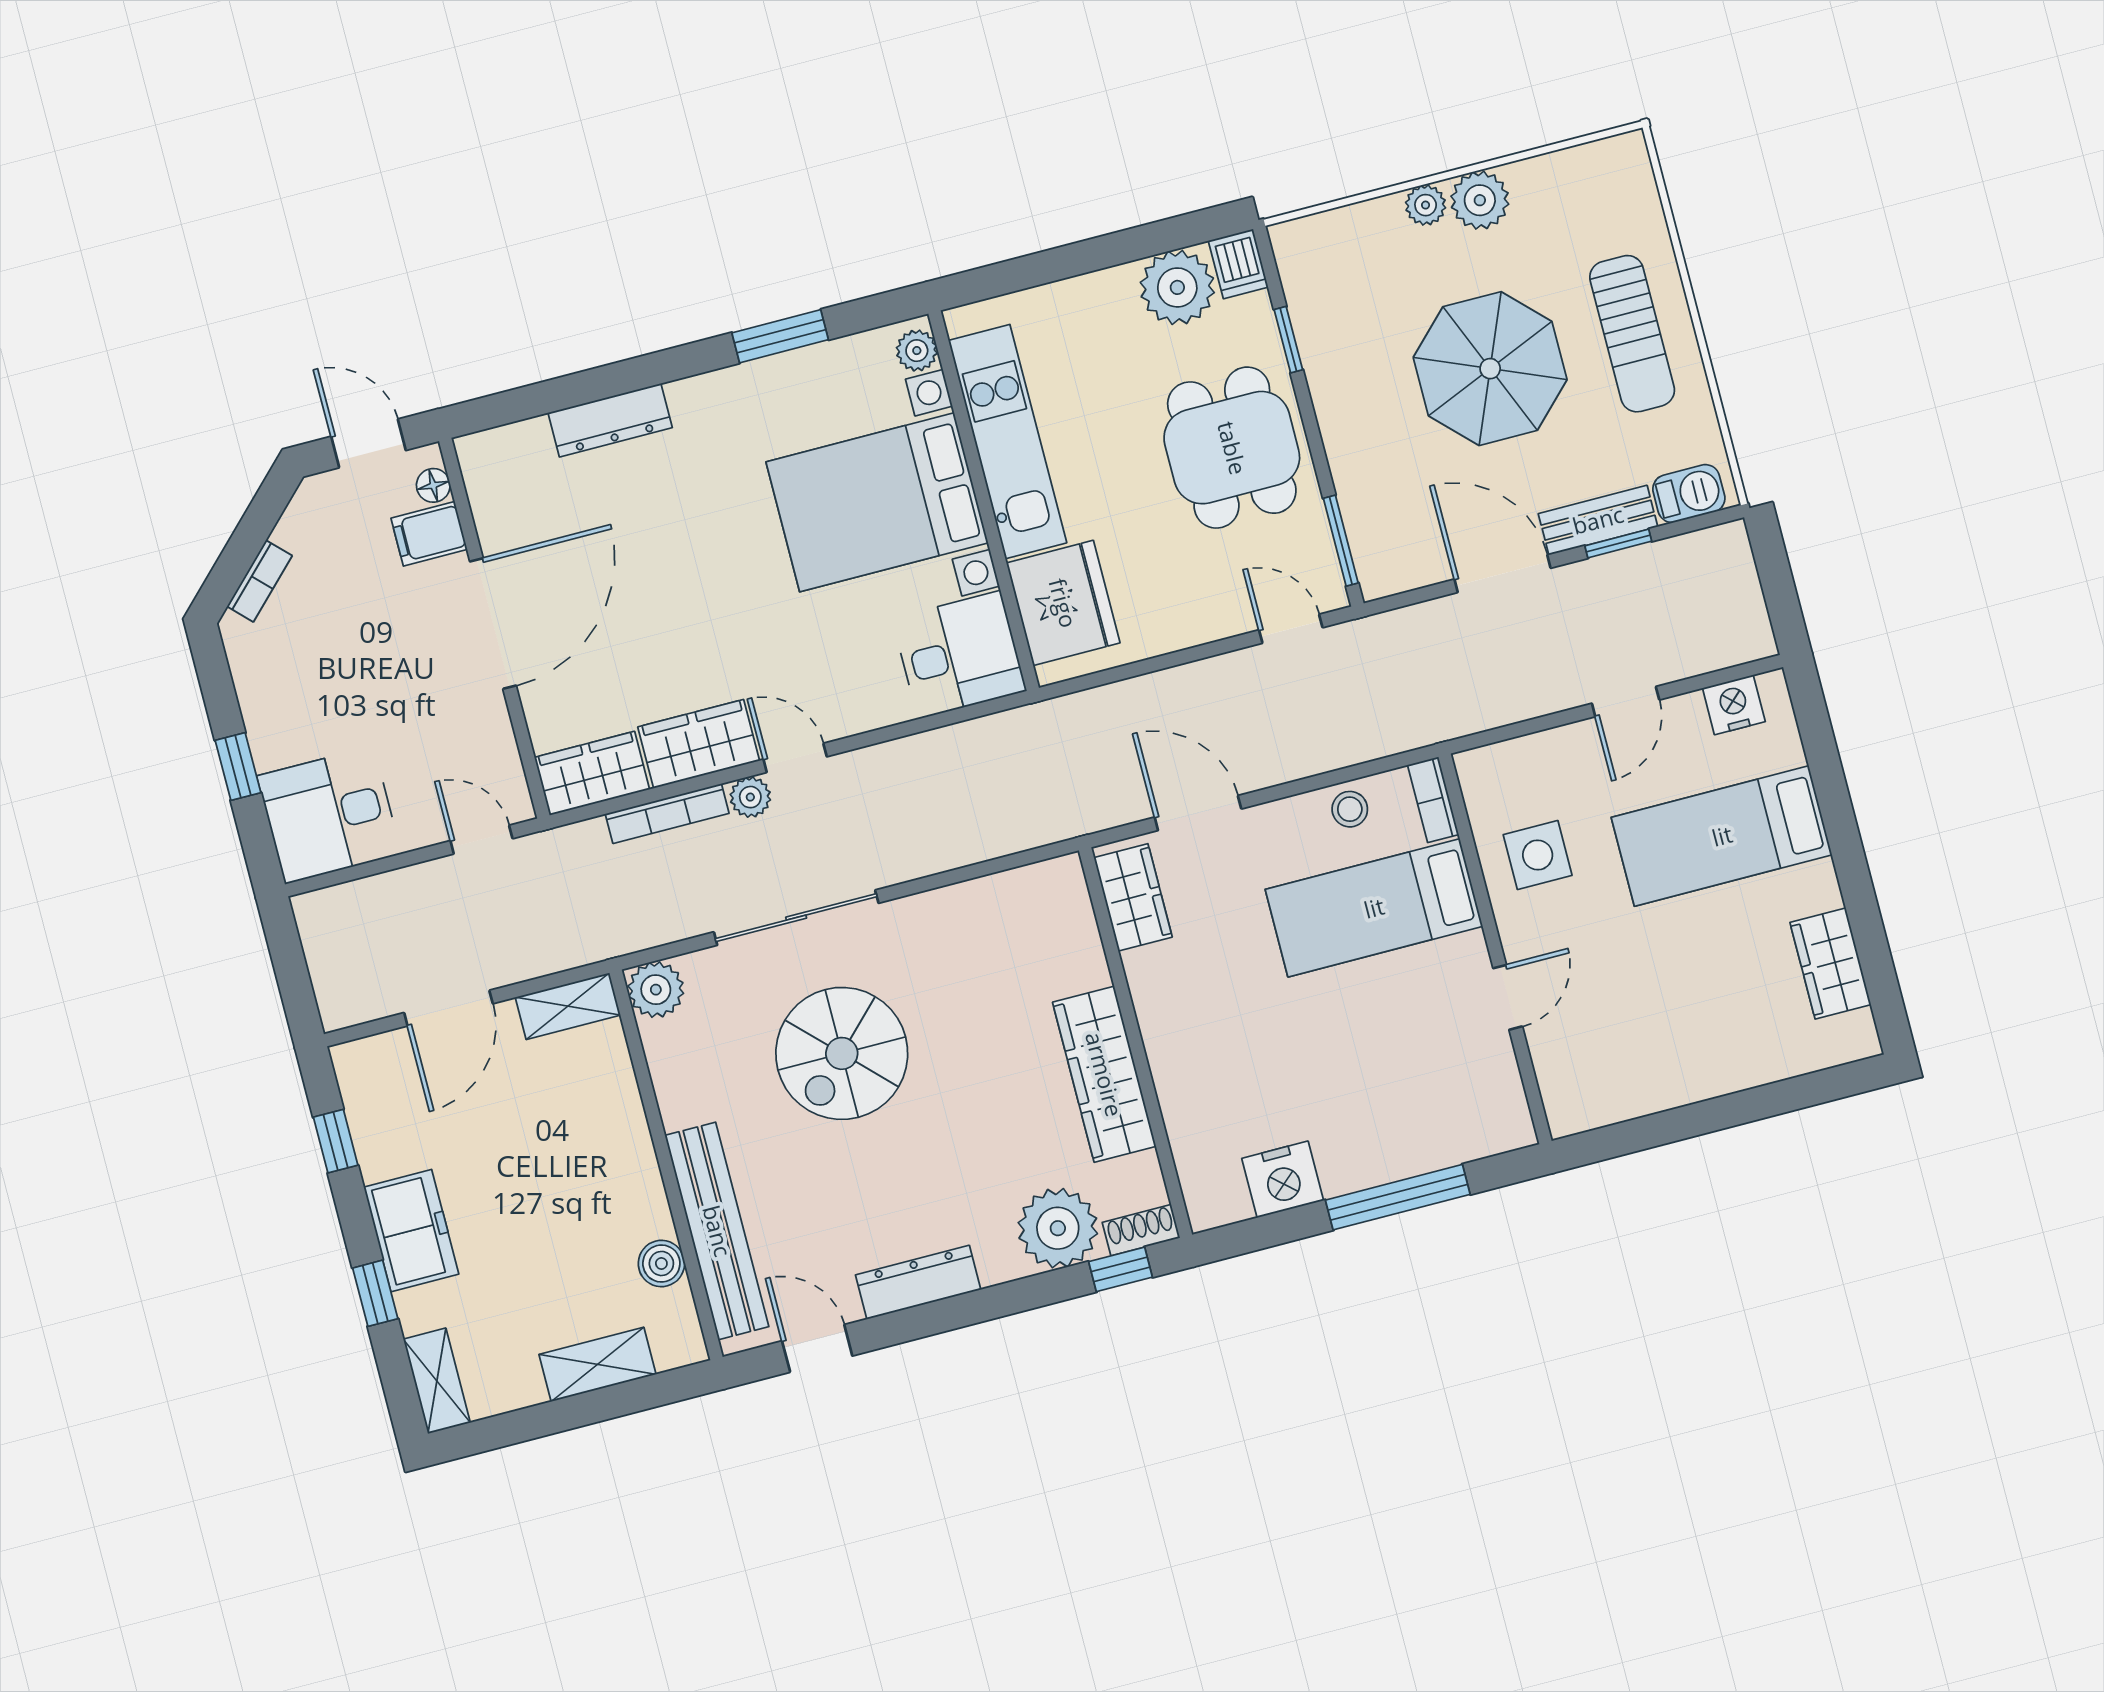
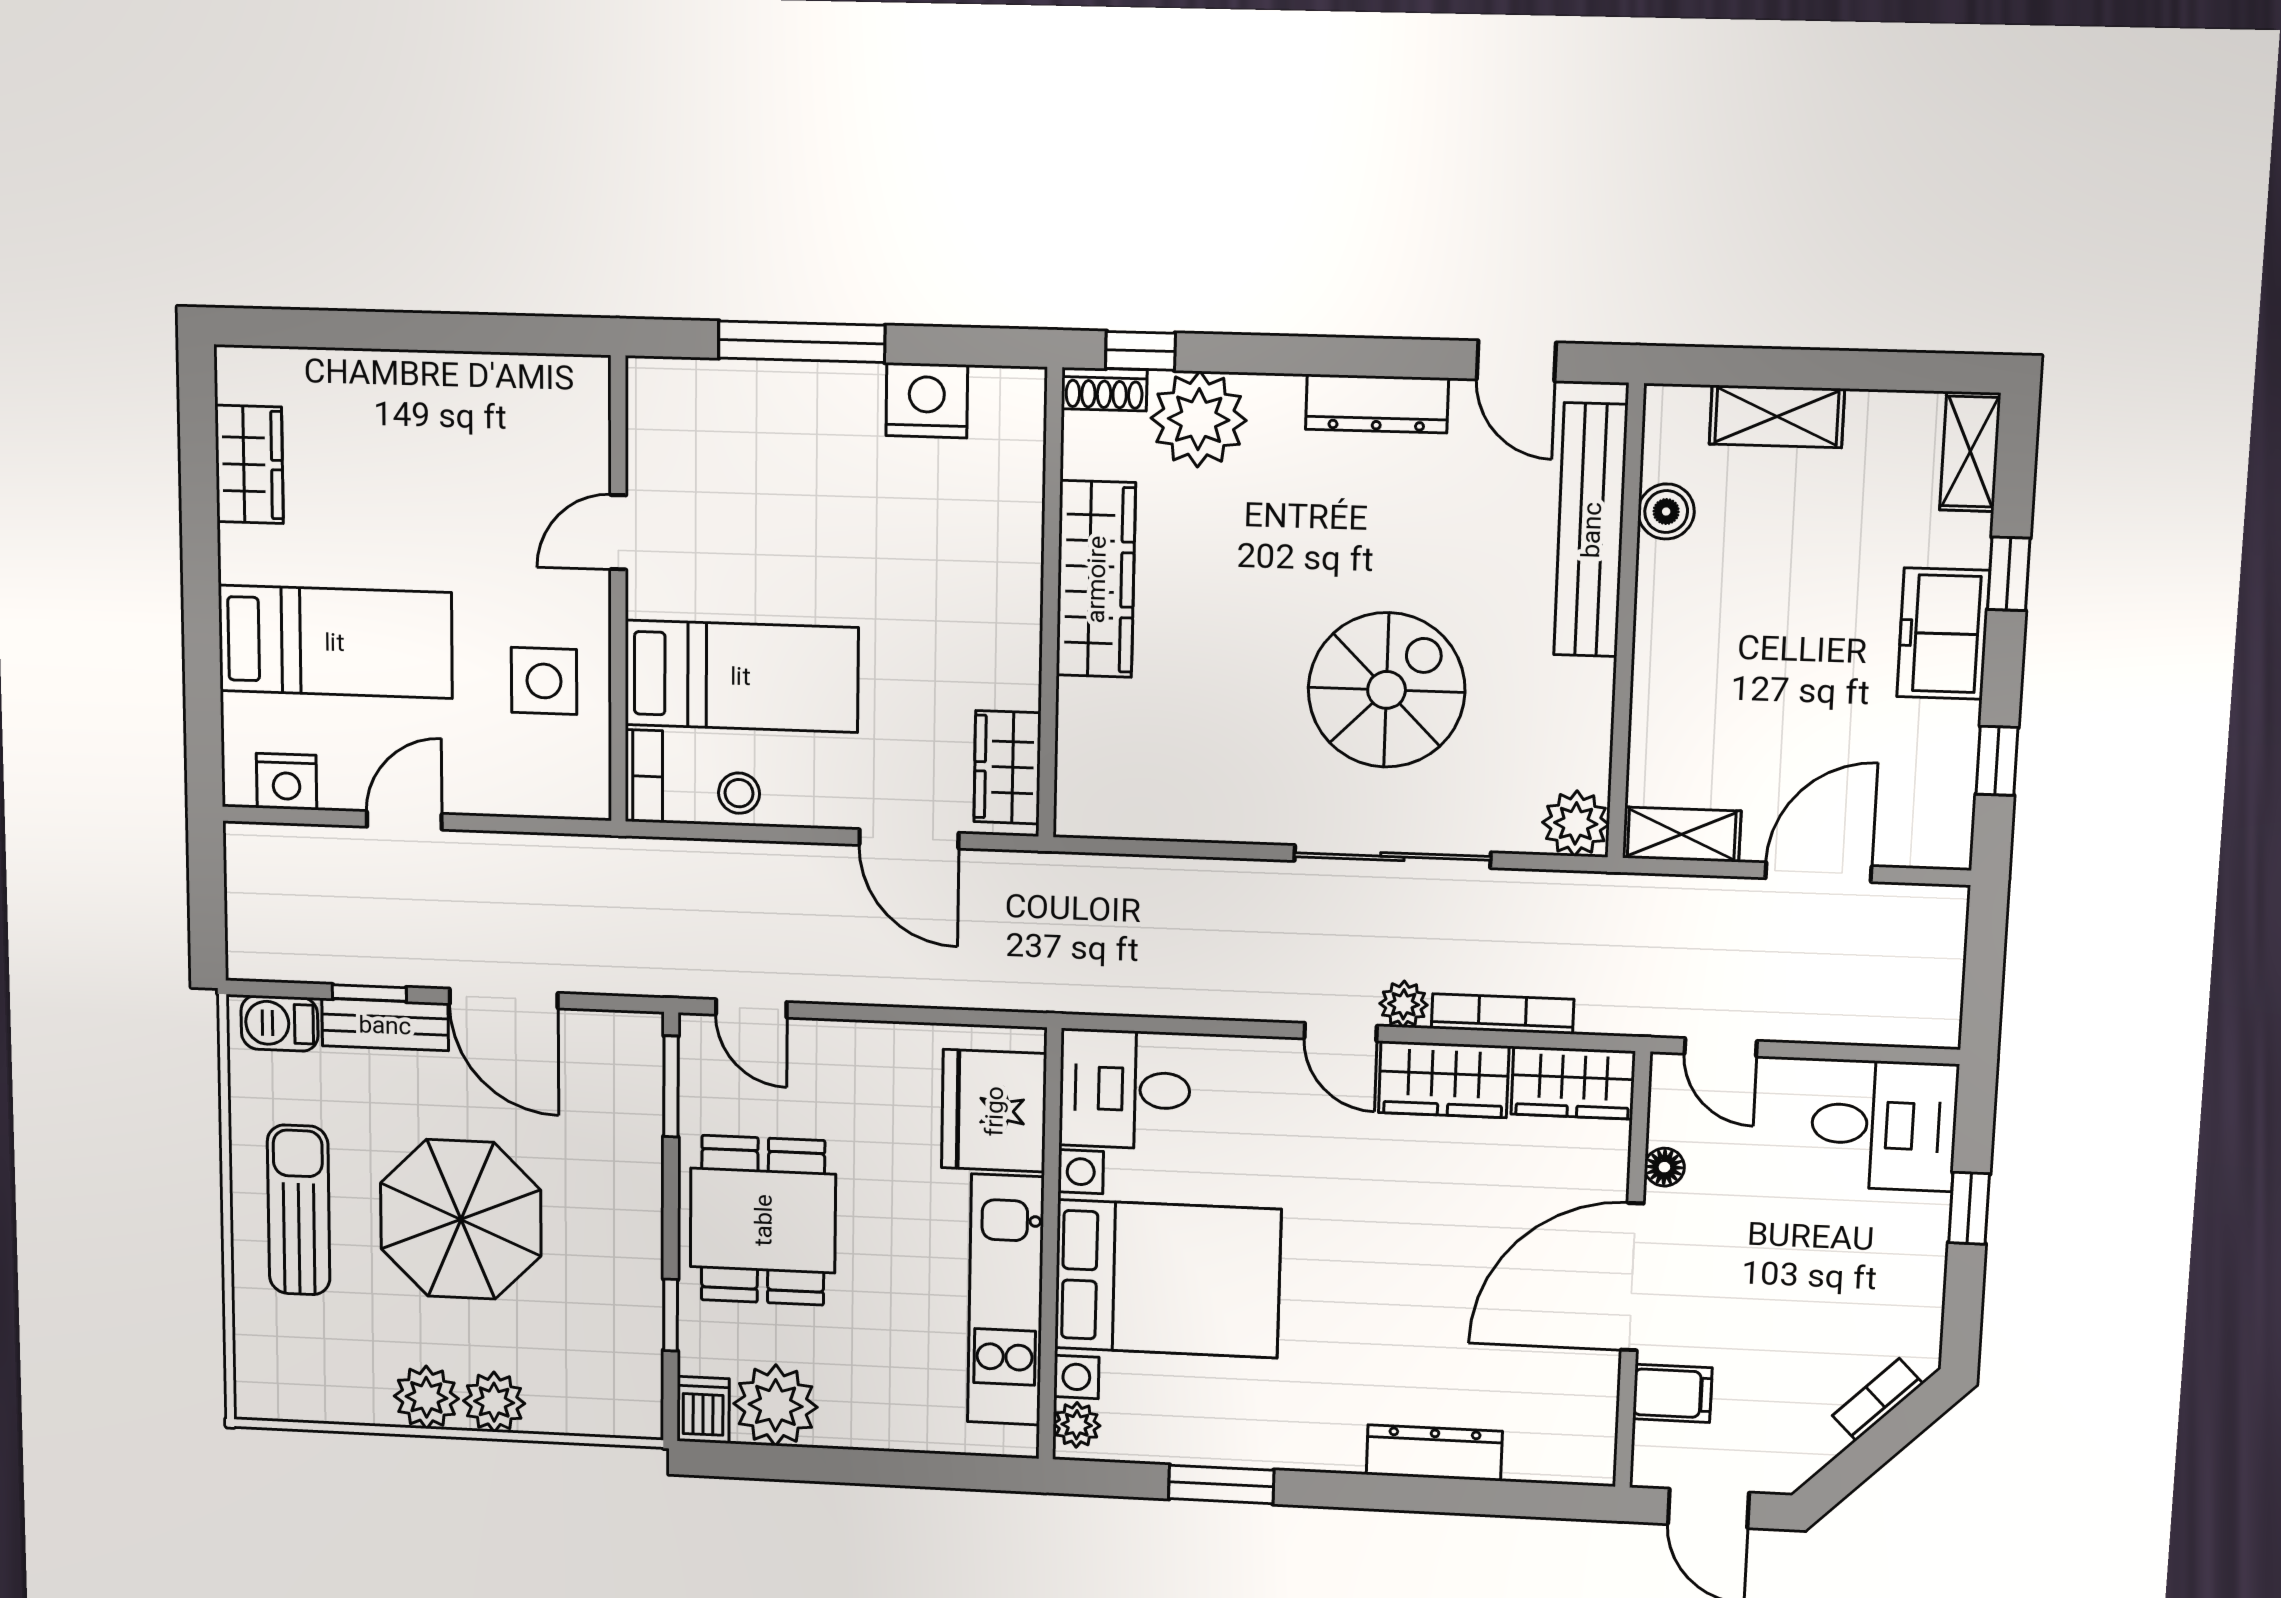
plant: (1426, 205) -> (494, 1402), width x1.38, depth x1.38
floor lamp: (433, 485) -> (1664, 1167), moved

